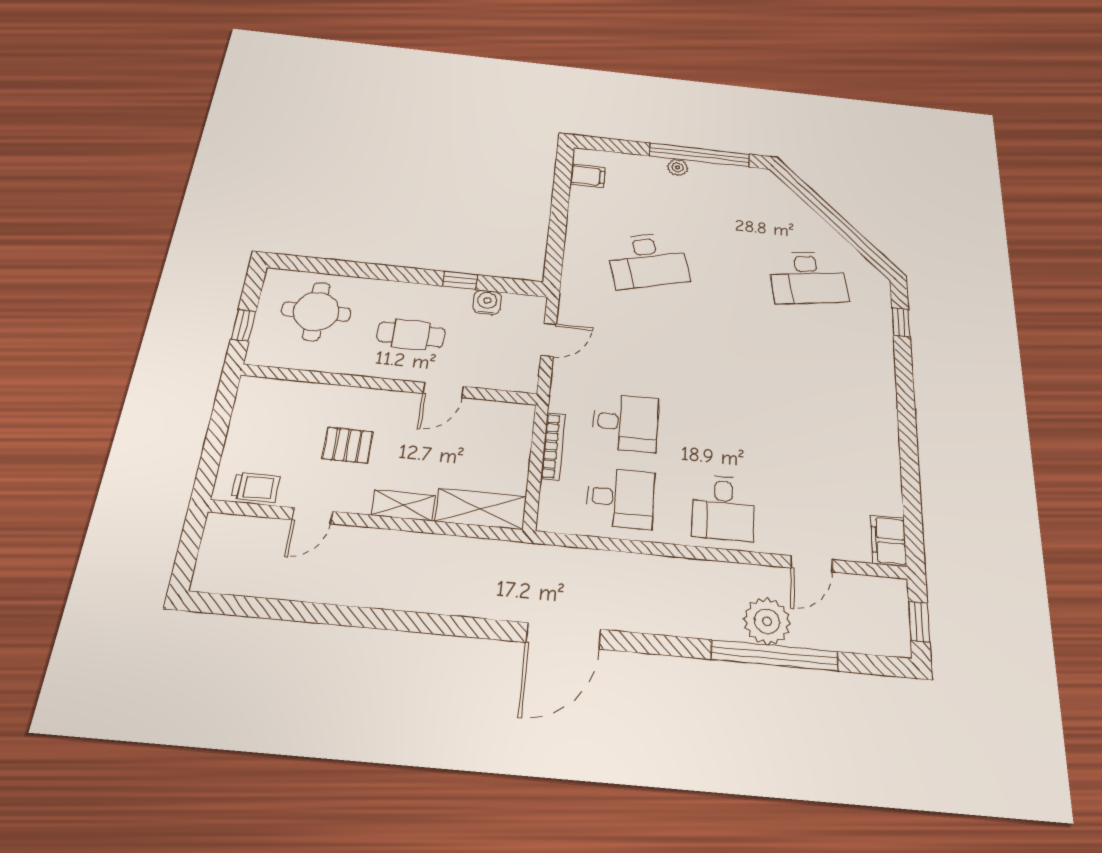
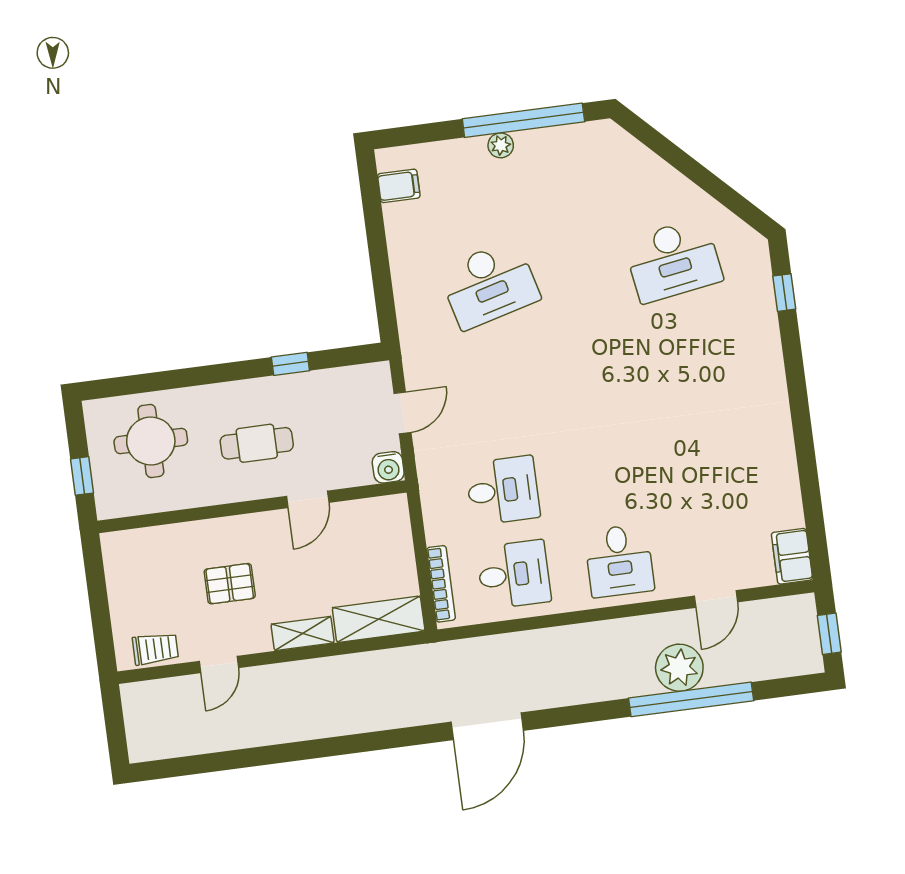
water cooler: (487, 302) -> (388, 467), moved, turned 180
bookcase: (553, 446) -> (441, 584), moved

